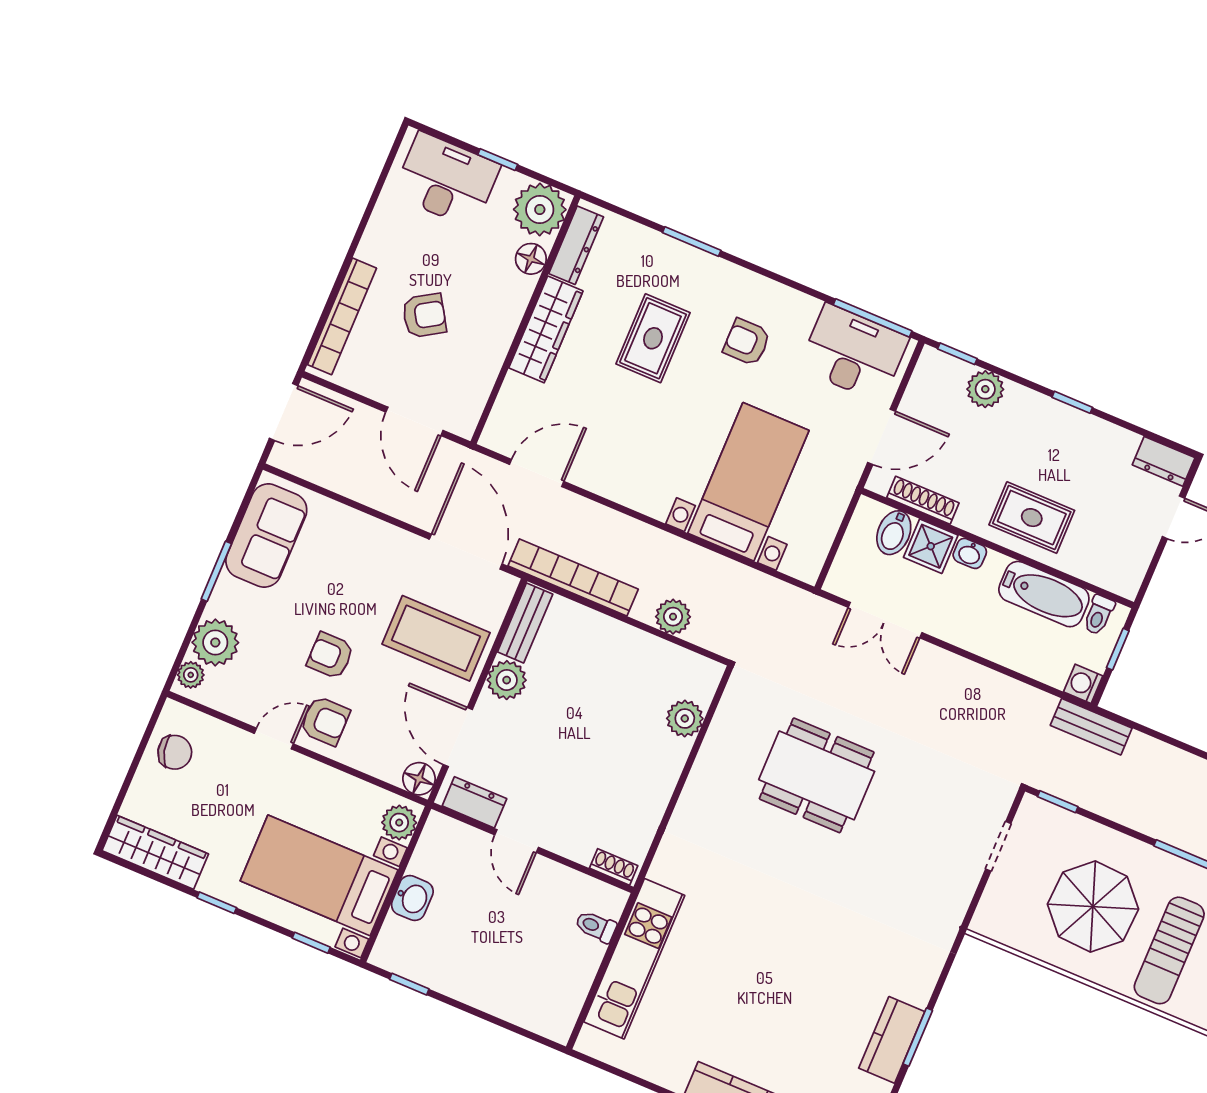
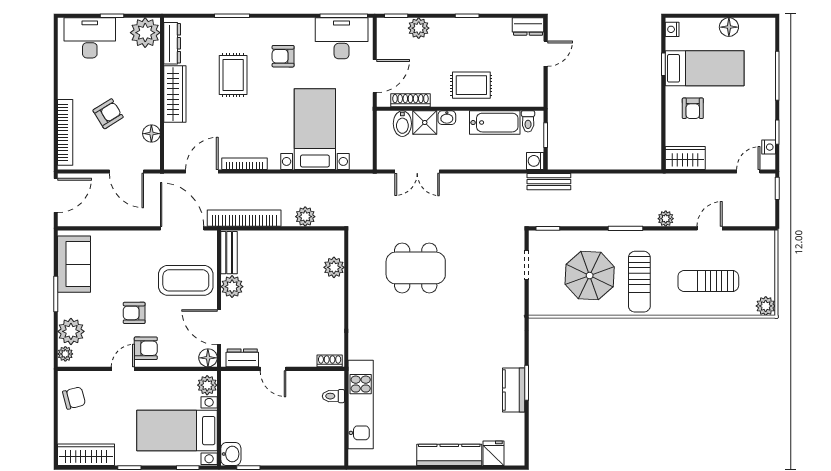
floor lamp: (531, 259) -> (151, 134), moved
bookcase: (611, 490) -> (244, 164), added
washbasin: (412, 898) -> (231, 454), moved

